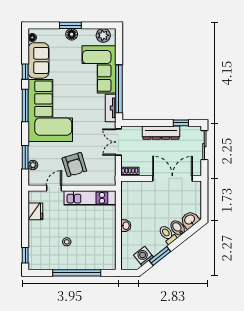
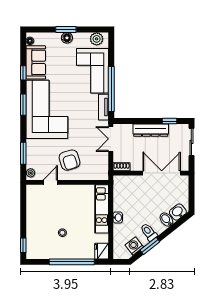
window: (25, 106) -> (23, 105), width x0.69
plant: (33, 165) -> (31, 173), moved
kitchen unit: (90, 198) -> (102, 209), moved, turned 90
fridge: (35, 211) -> (102, 251), moved, turned 180
toilet: (167, 234) -> (149, 232), moved

